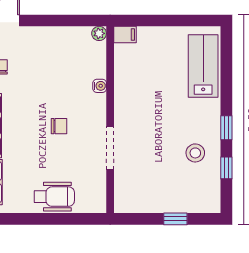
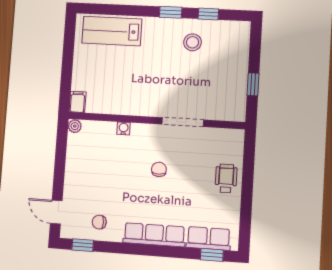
wheelchair: (54, 197) -> (226, 178), width x0.73, depth x0.73
window: (175, 219) -> (253, 84), moved

